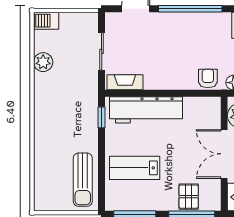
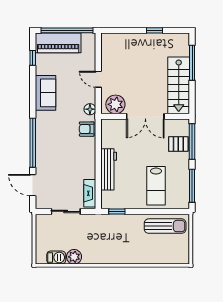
barbecue: (46, 21) -> (56, 257), moved, turned -90
workbench: (146, 110) -> (109, 169), width x0.73, depth x0.76

